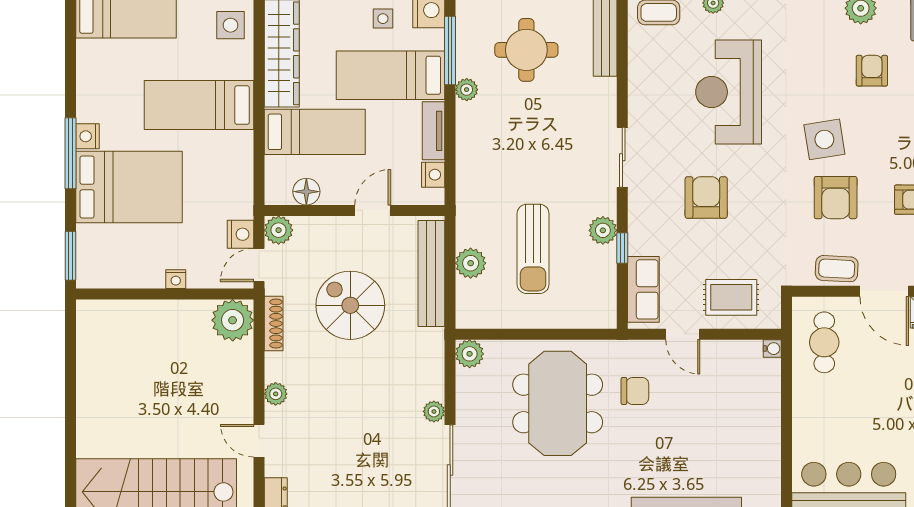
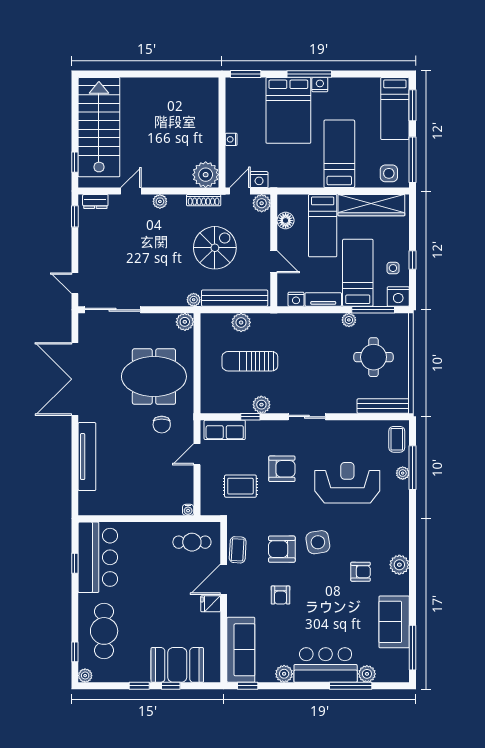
door: (259, 265) -> (240, 191), hinge flipped
rug: (731, 297) -> (240, 486), moved, turned 90
plant: (434, 411) -> (194, 300), moved

